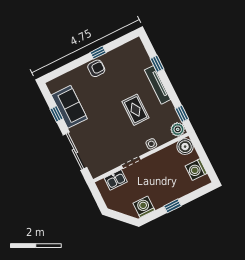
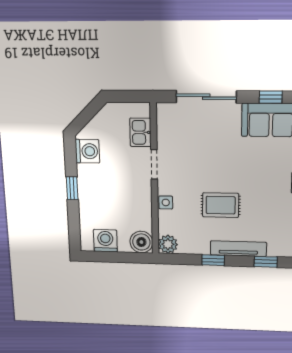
window: (182, 114) -> (213, 260), moved

